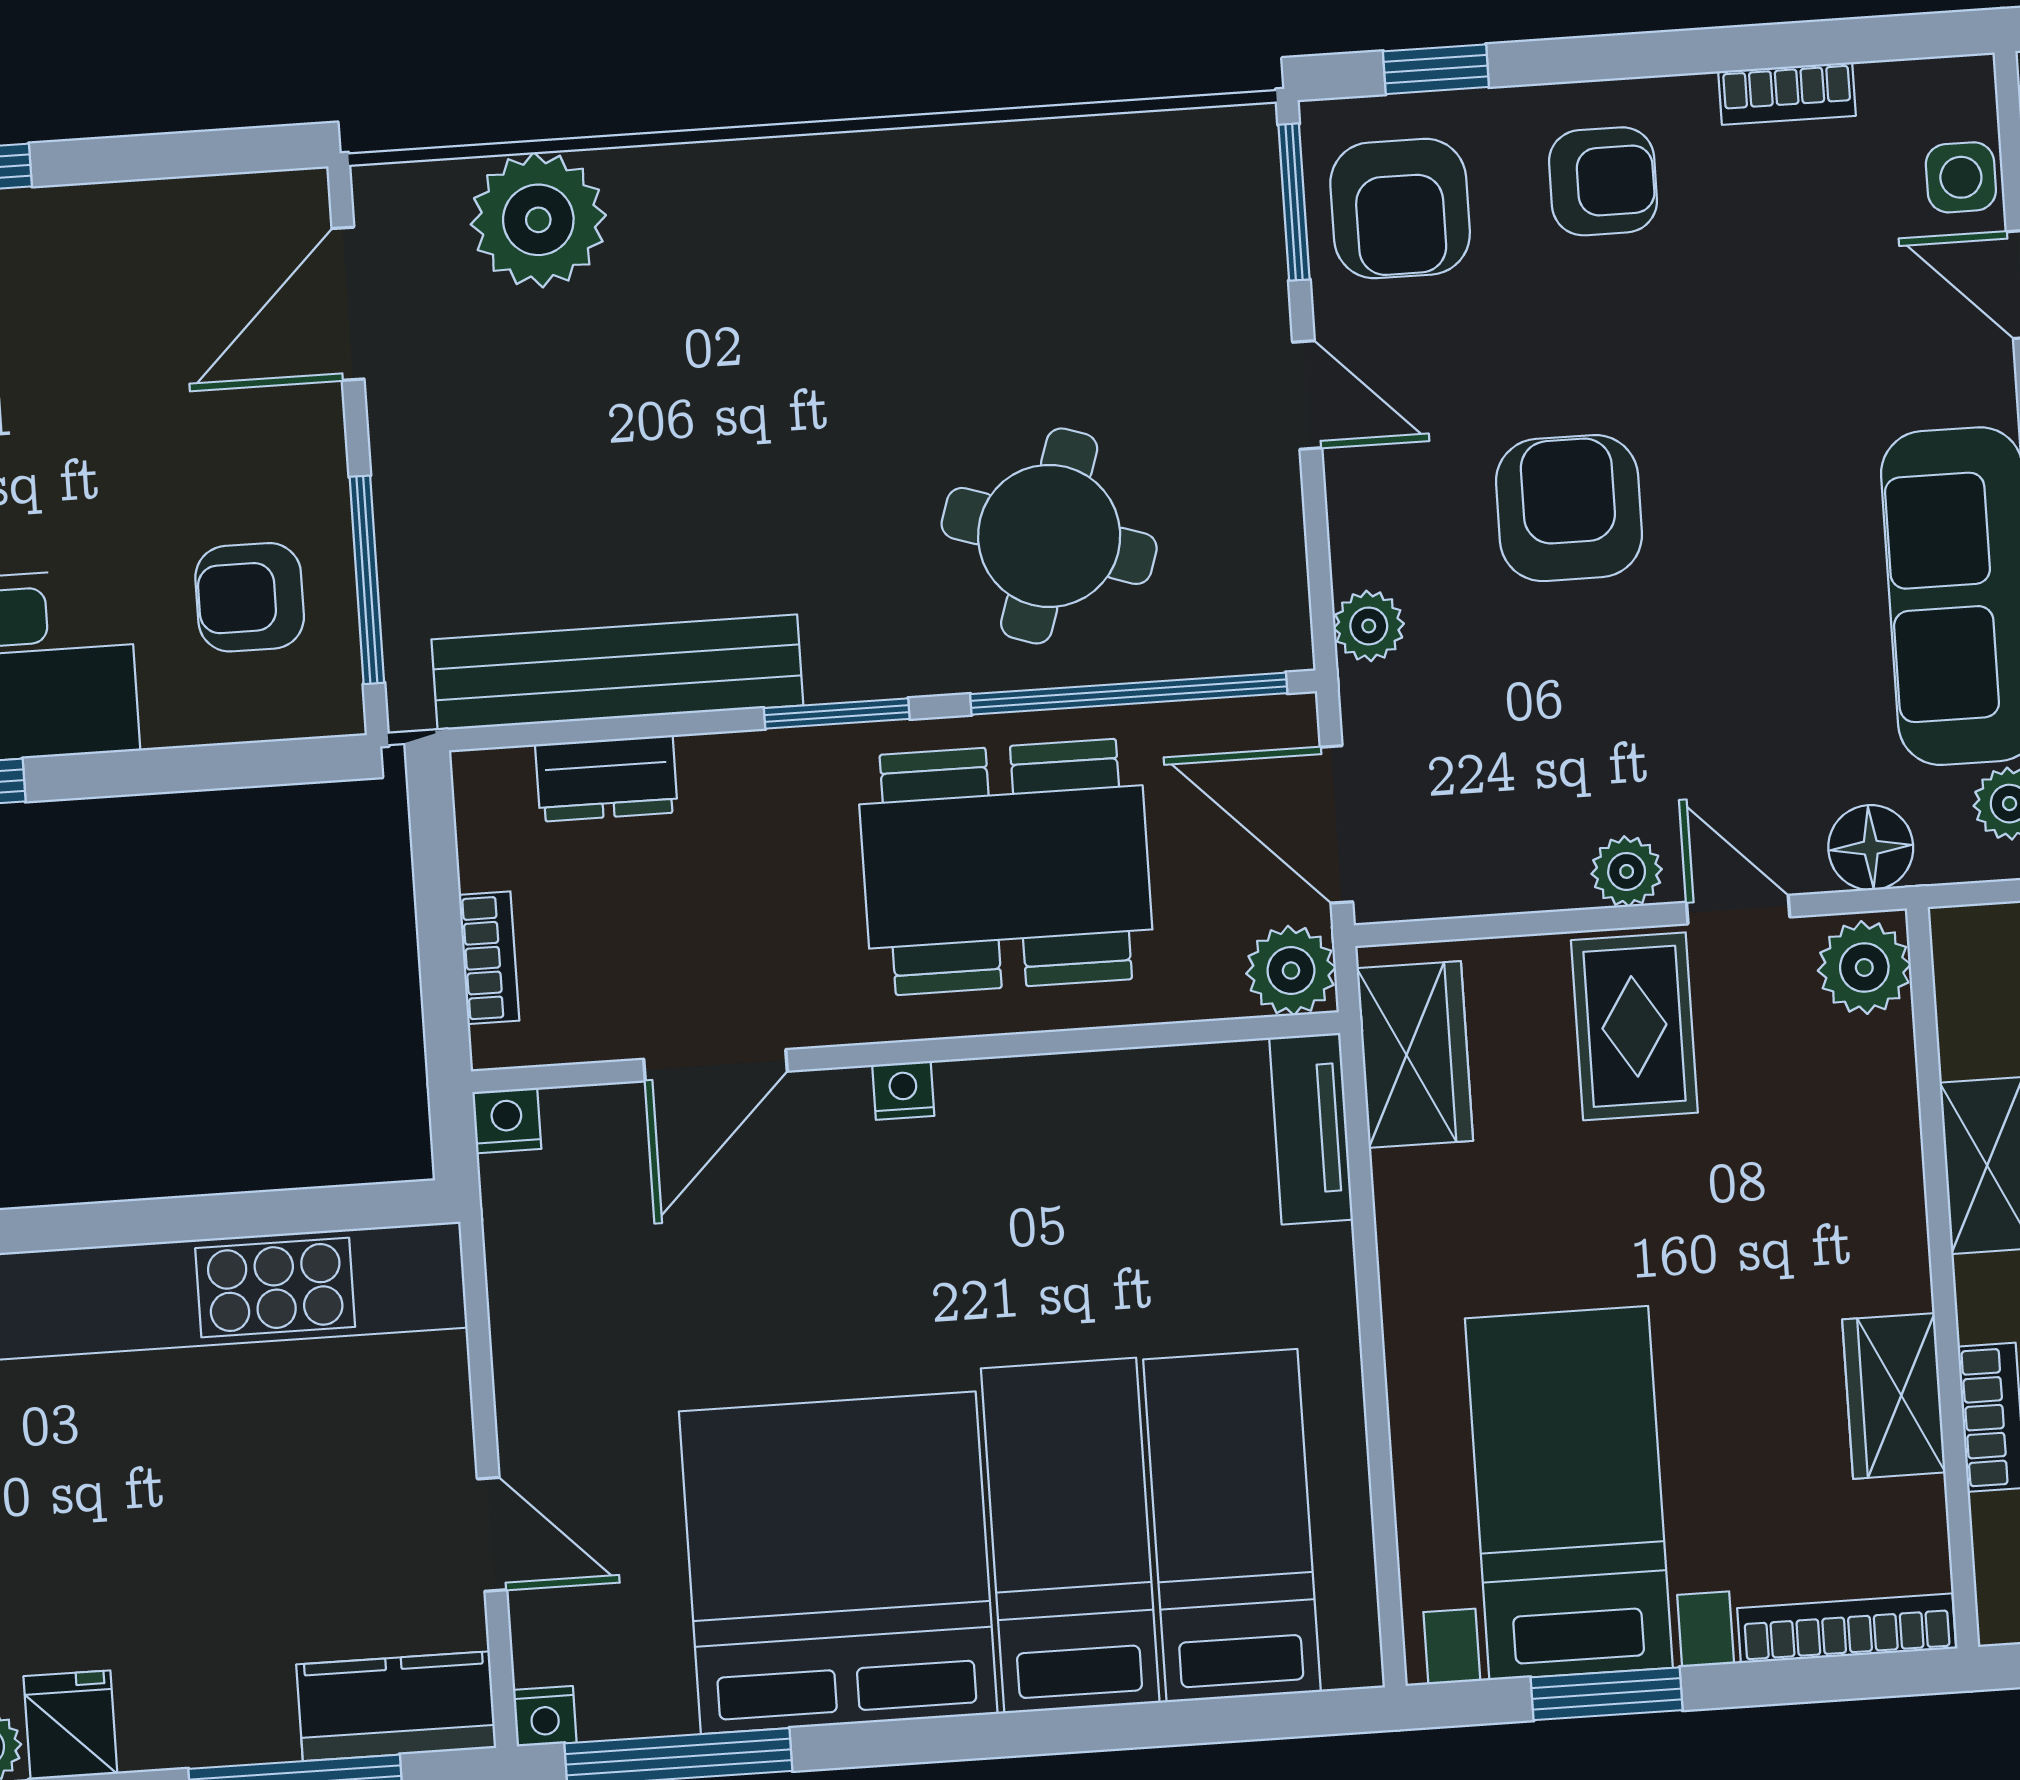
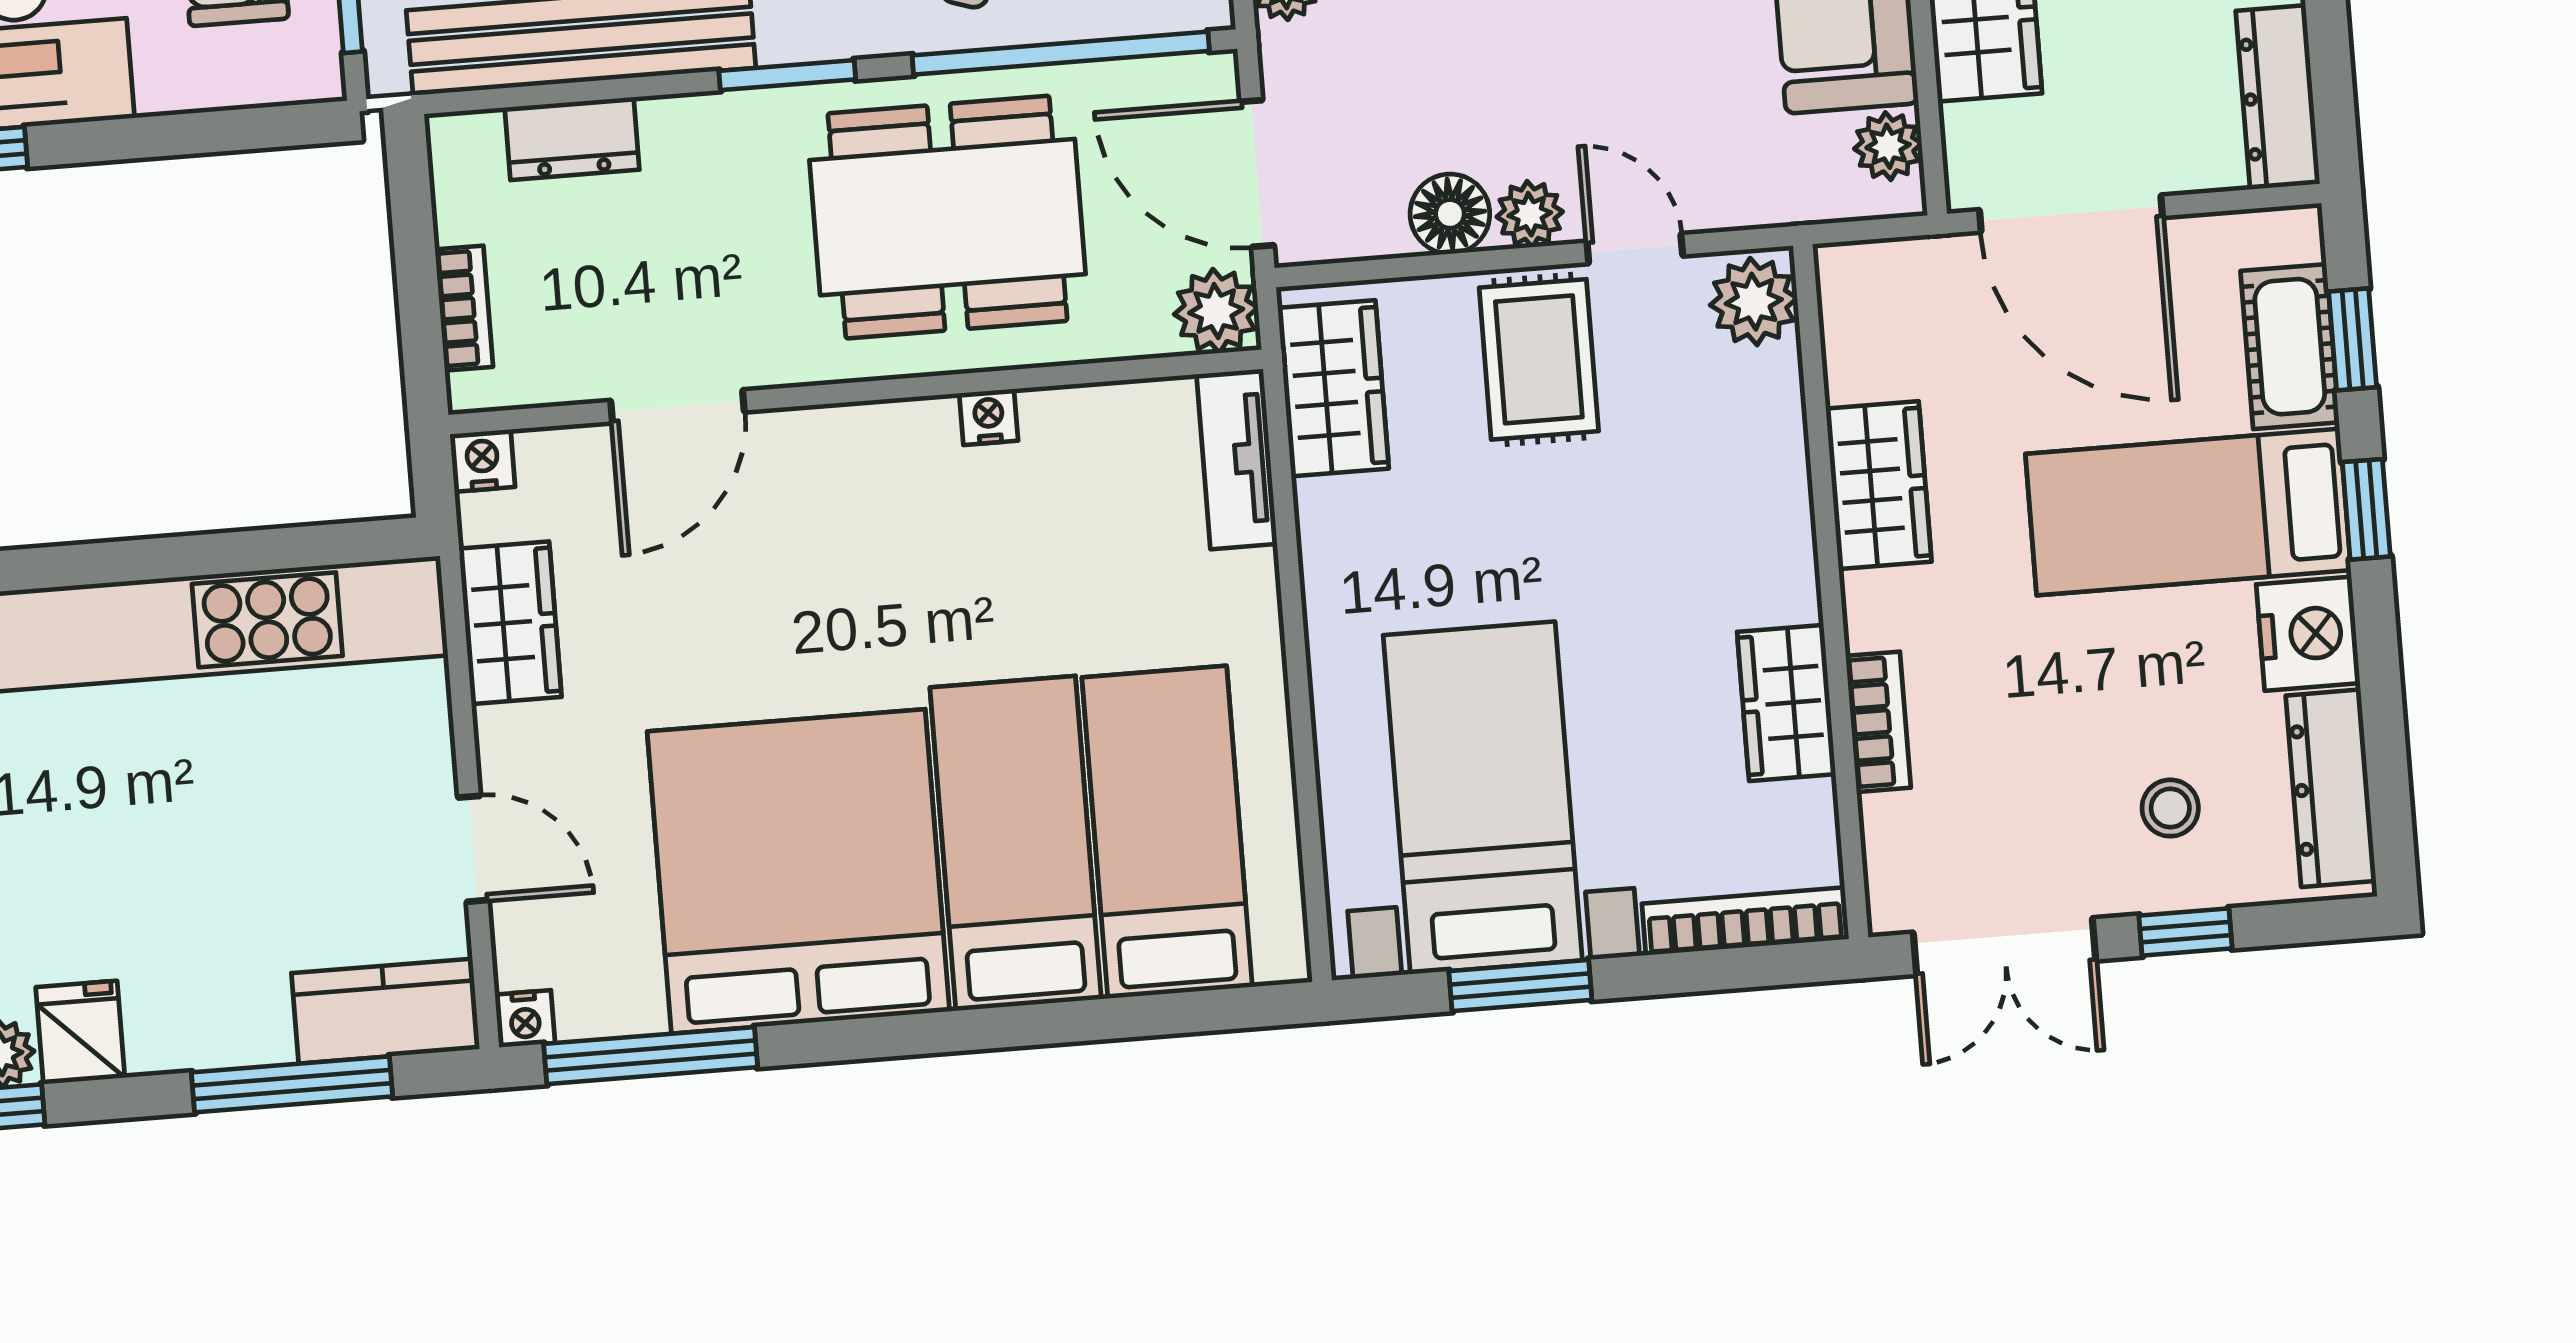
floor lamp: (1871, 848) -> (1450, 214), moved
nightstand: (903, 1090) -> (989, 417), moved
wardrobe: (534, 1294) -> (510, 623), added

